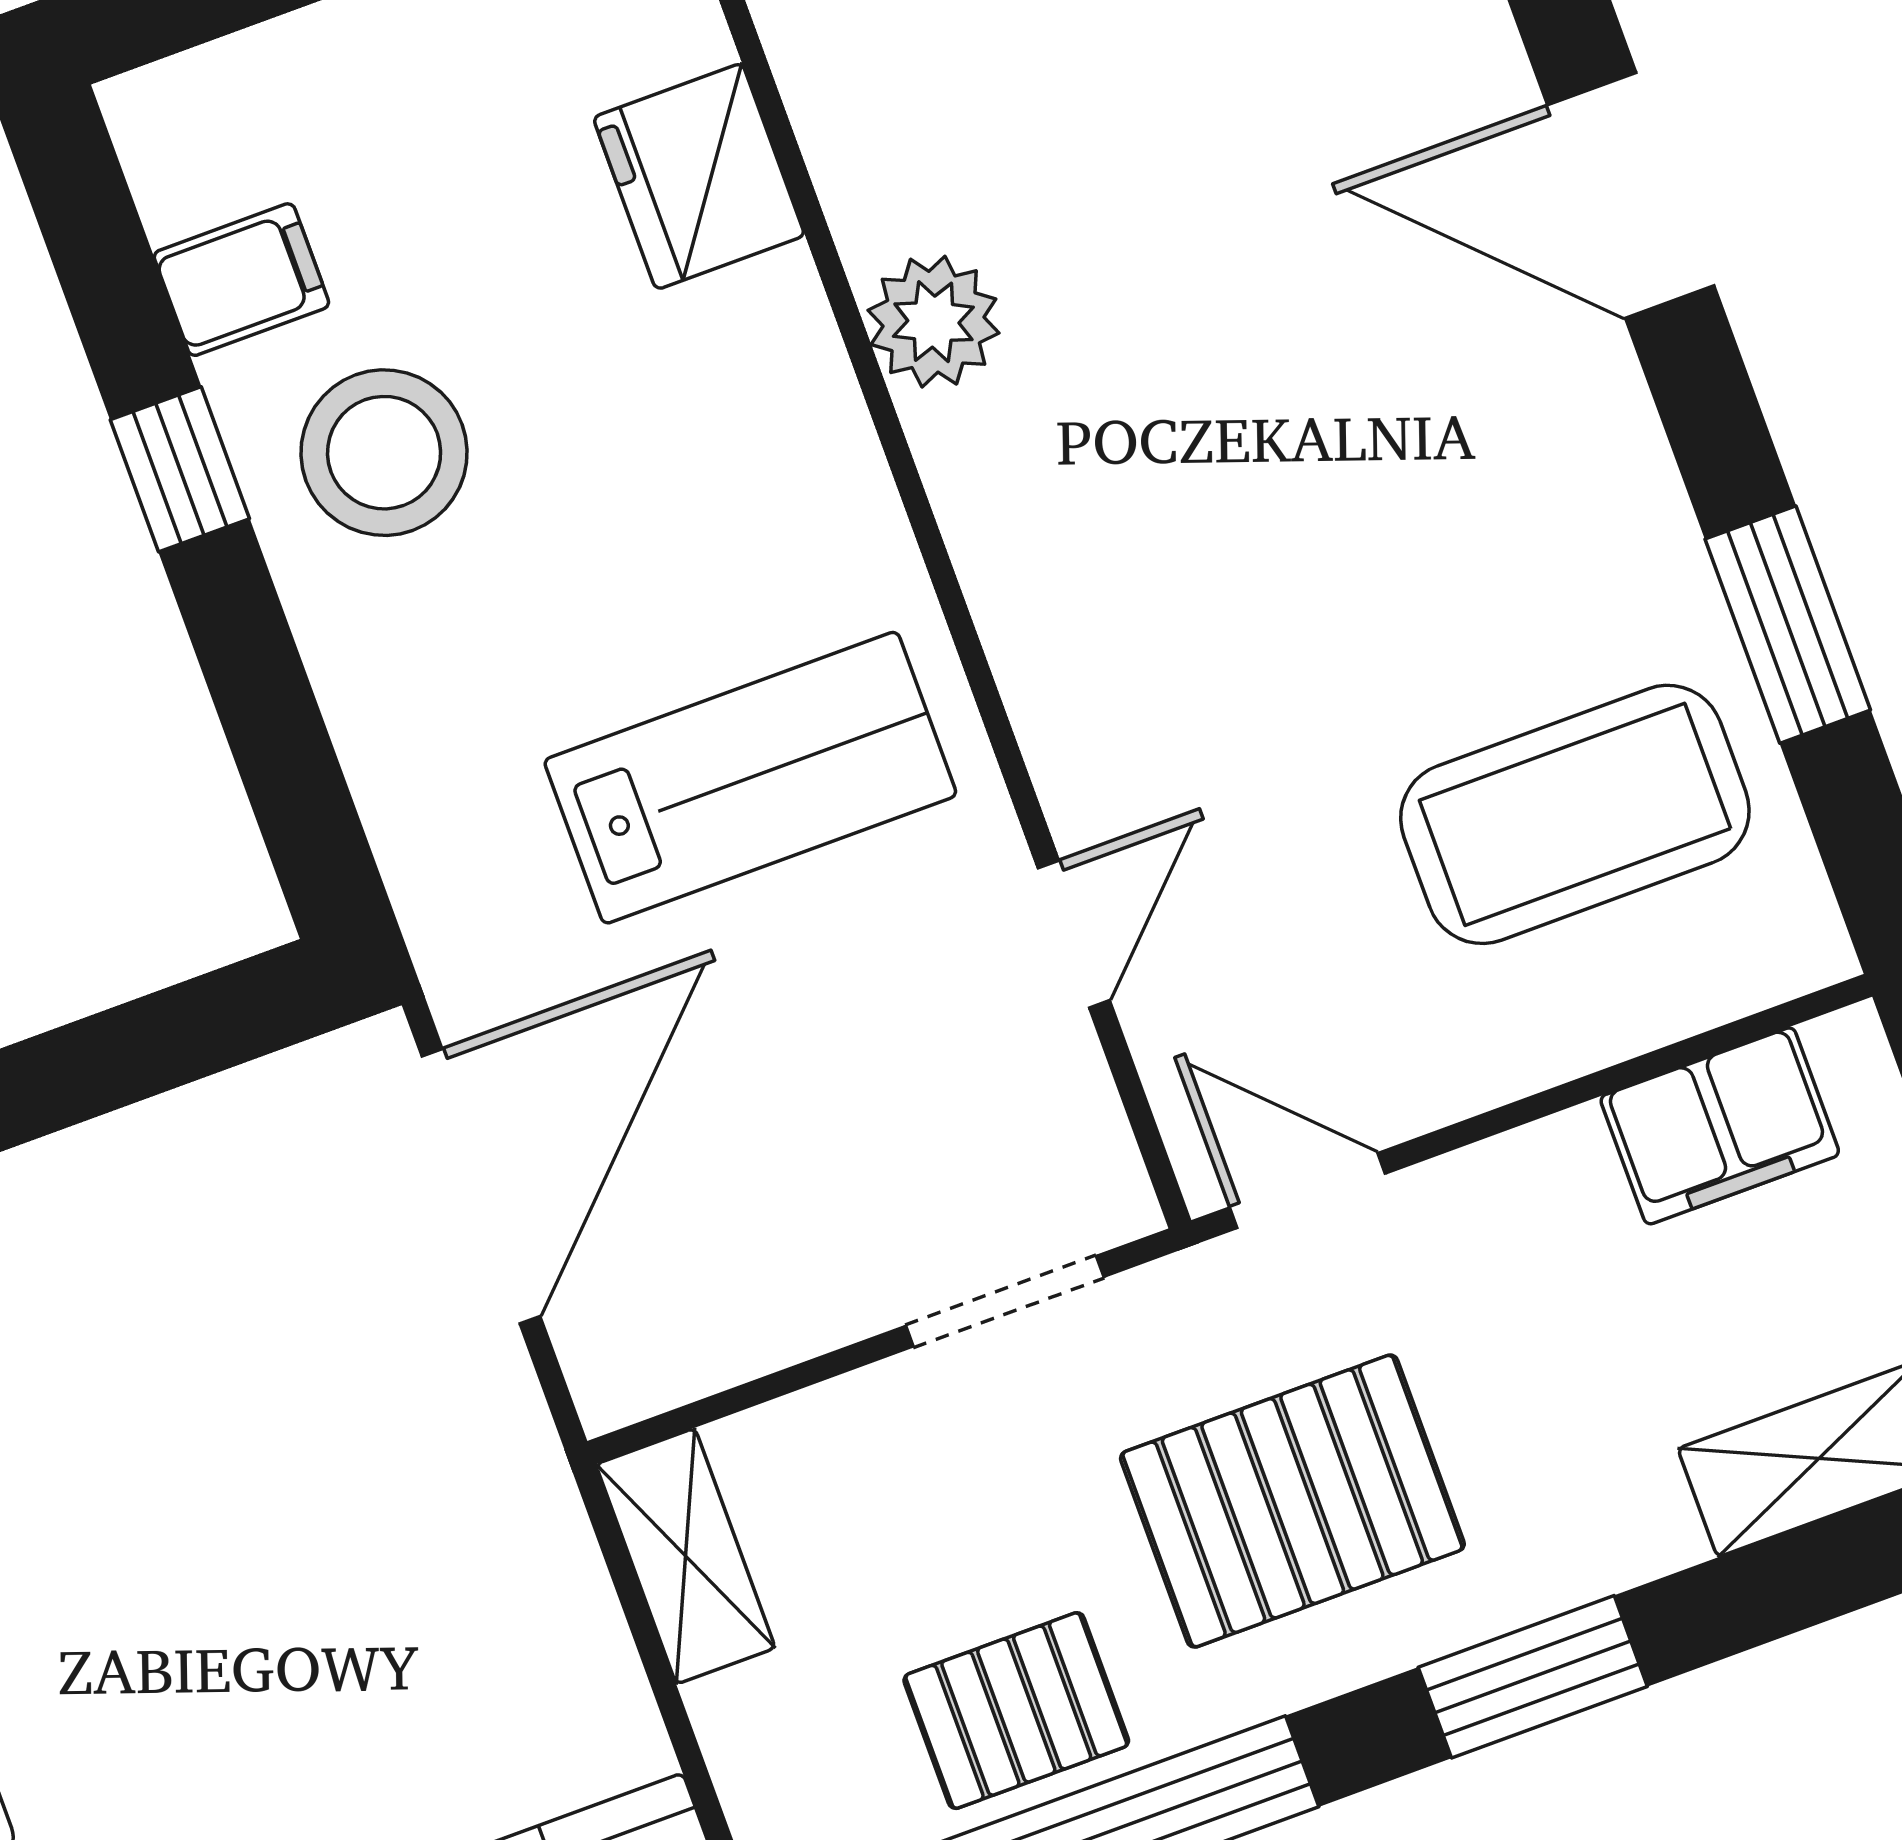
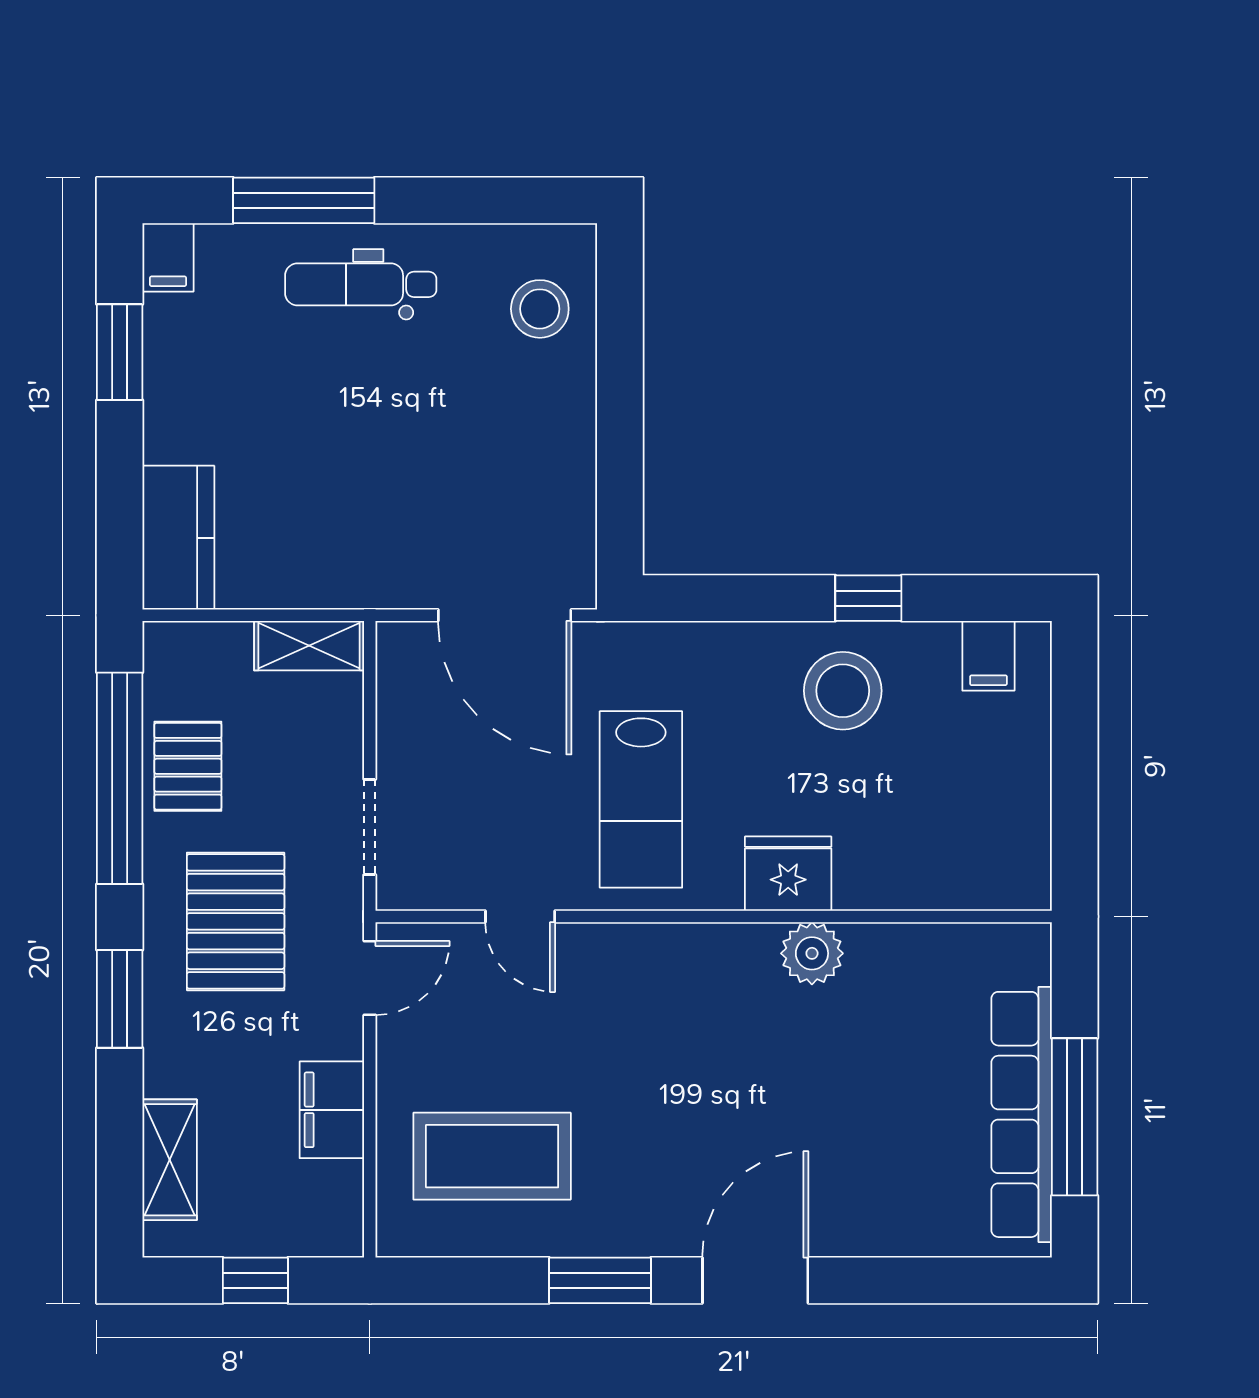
fridge: (699, 176) -> (788, 874), moved
filing cabinet: (241, 280) -> (988, 656), moved
window: (1788, 625) -> (600, 1280), moved
coffee table: (1575, 814) -> (492, 1156), turned 90
filing cabinet: (1720, 1126) -> (332, 1110), moved

